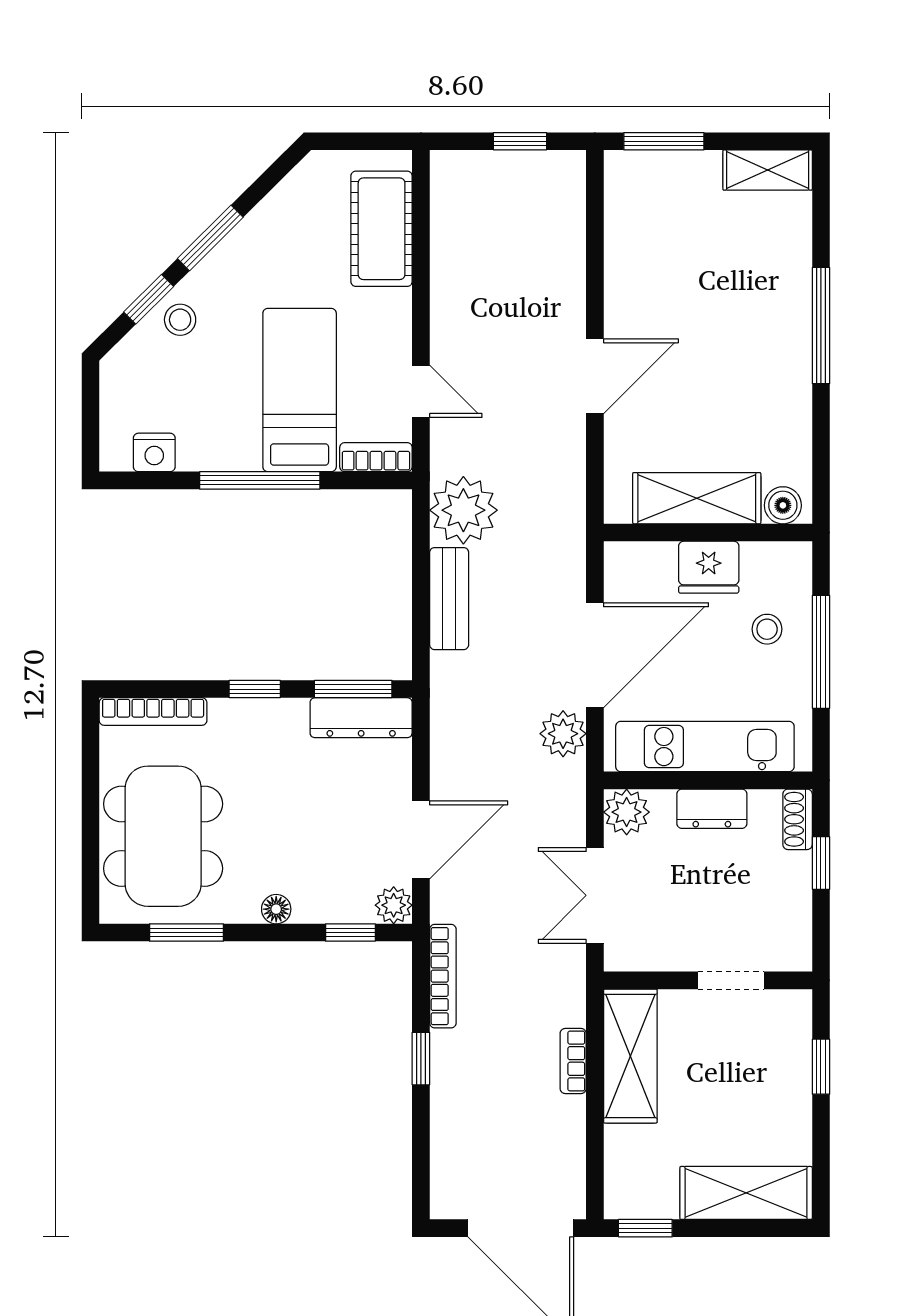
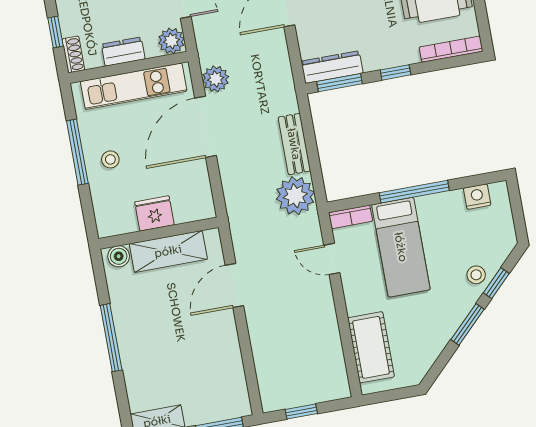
shelving: (697, 498) -> (168, 251), moved
boiler: (783, 505) -> (119, 256), moved
wall: (708, 533) -> (158, 233), moved
fridge: (709, 567) -> (154, 213), moved

